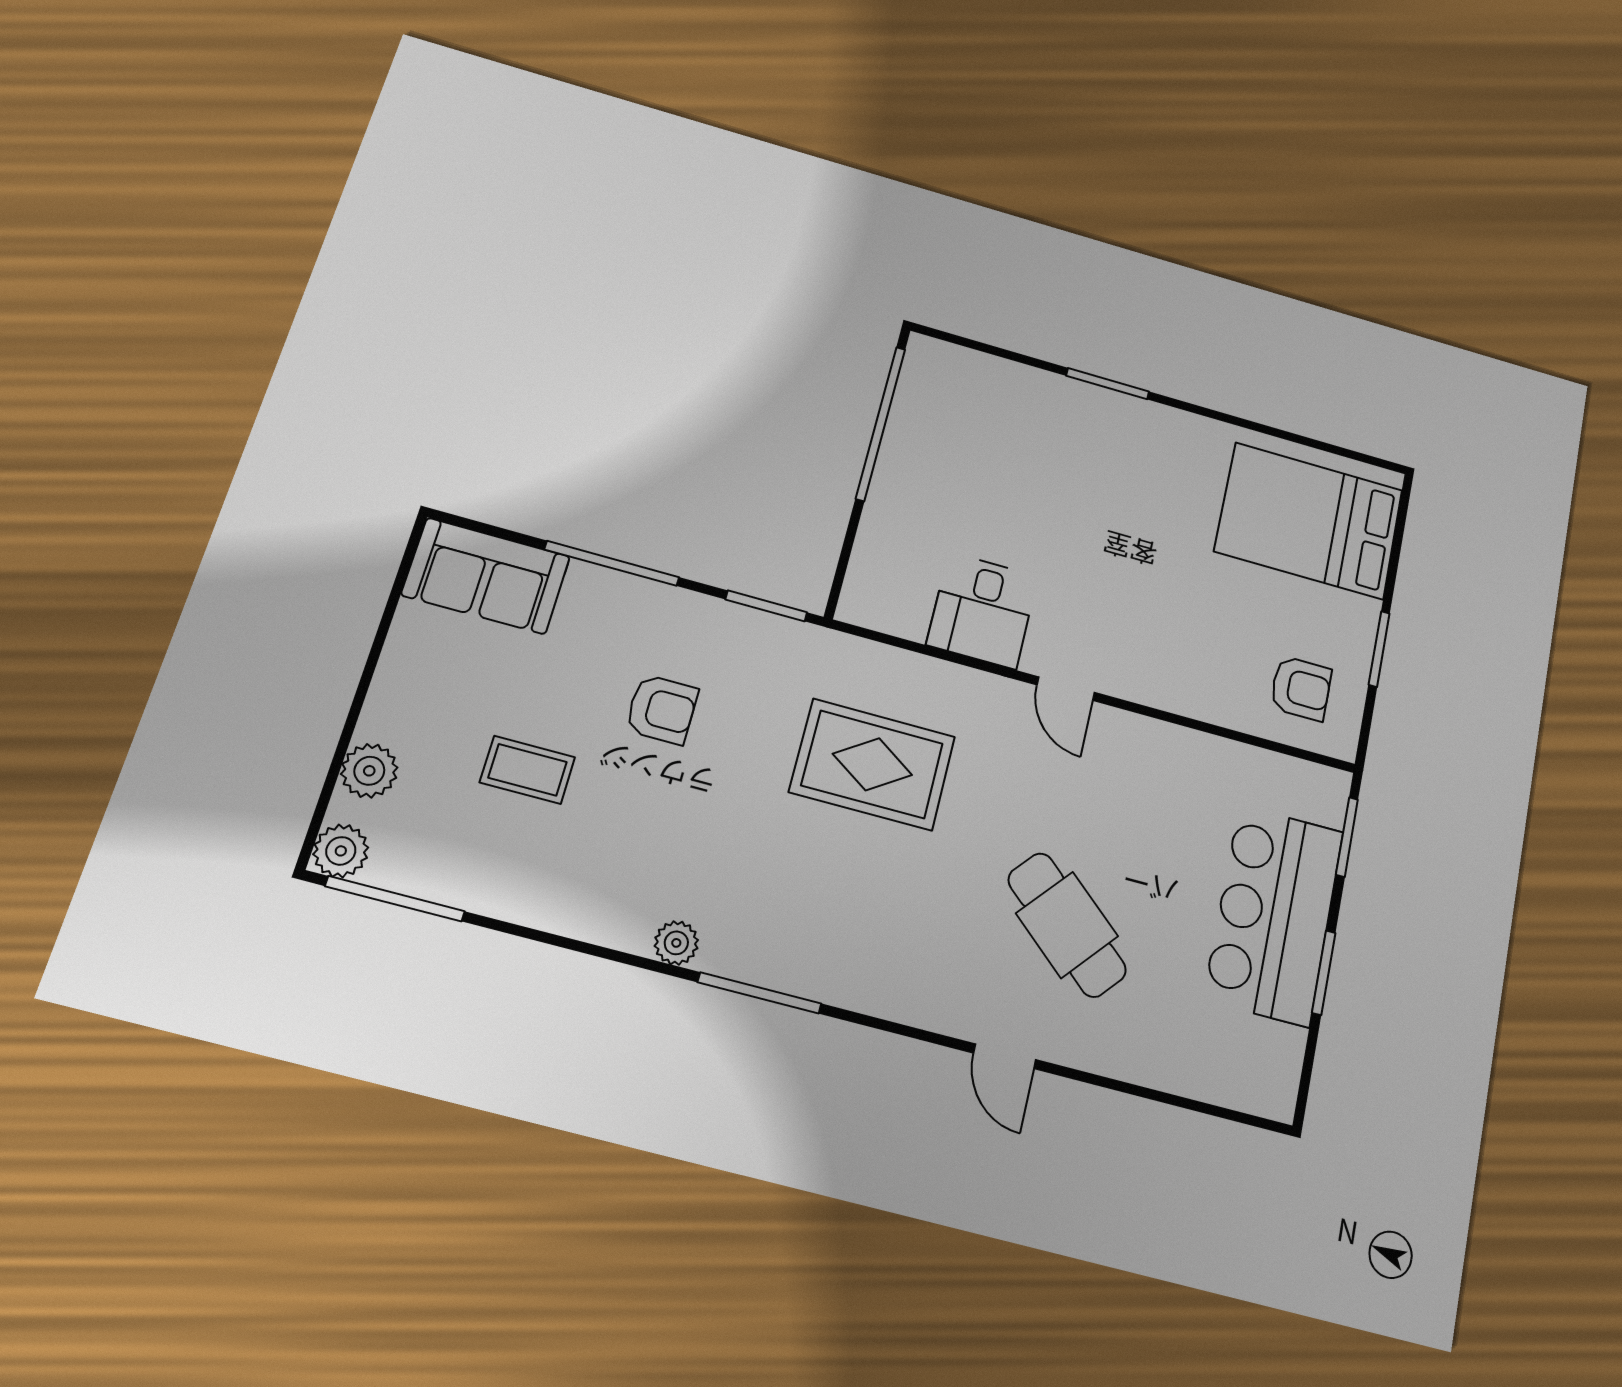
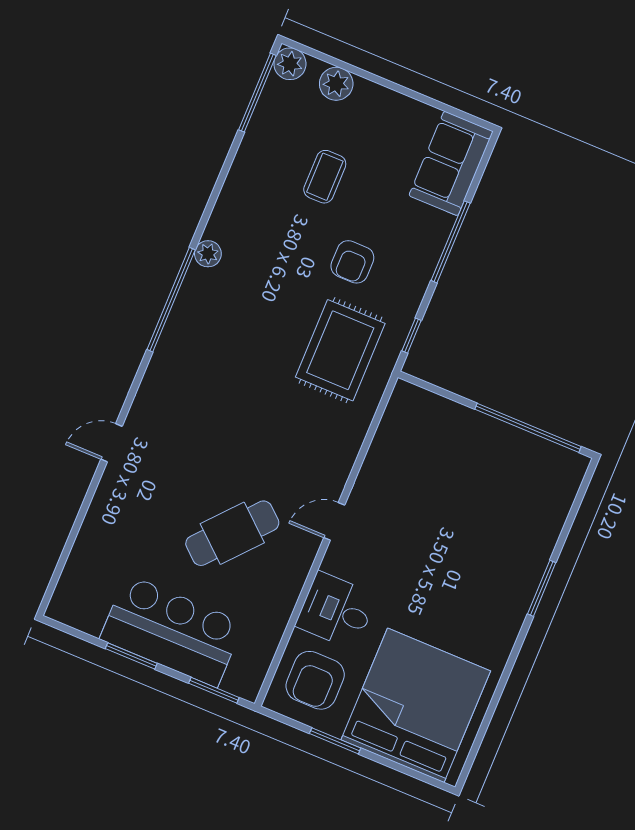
bed: (1309, 521) -> (416, 705), width x1.36
window: (766, 606) -> (412, 336), width x0.67
desk: (982, 611) -> (336, 611), moved
armchair: (1301, 688) -> (315, 680), width x1.38, depth x1.38
rug: (872, 764) -> (340, 350), moved
cafe table: (1067, 925) -> (232, 533), moved
window: (760, 993) -> (171, 300), width x1.46

